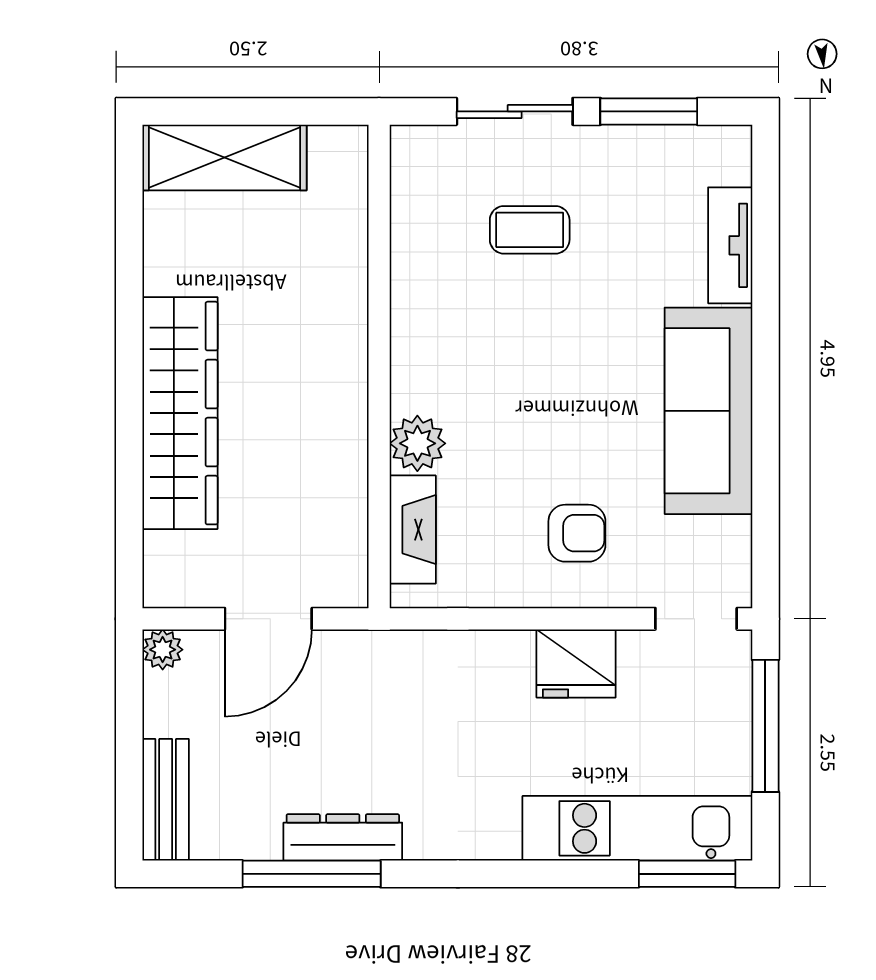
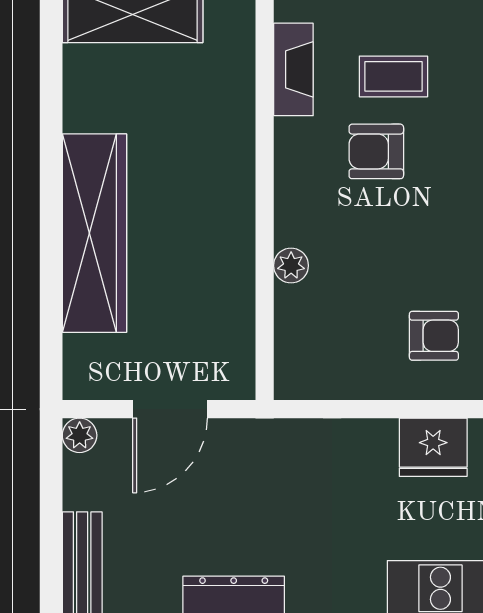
armchair: (510, 318) -> (376, 151), added
plant: (417, 443) -> (291, 266), width x0.73, depth x0.73
fireplace: (413, 530) -> (293, 69), moved

